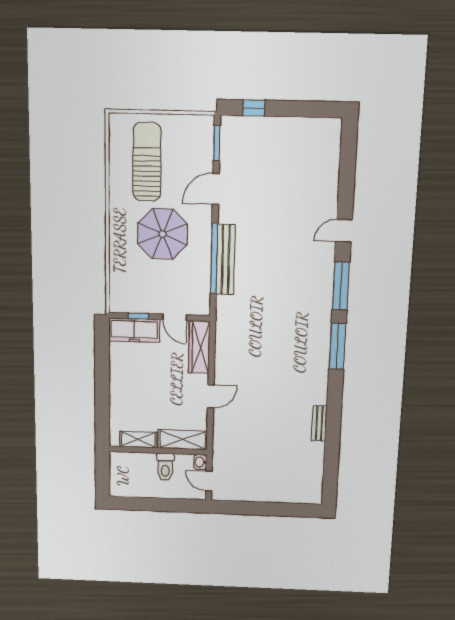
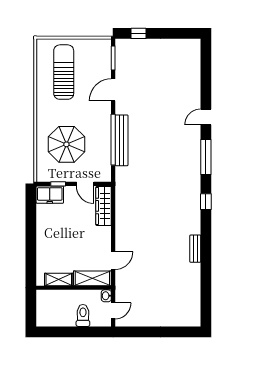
parasol: (162, 234) -> (66, 144), moved
freezer: (134, 330) -> (50, 195), width x0.71
window: (338, 346) -> (206, 202), width x0.46
door: (211, 396) -> (113, 260), moved
bench: (319, 423) -> (195, 249), moved
toilet: (165, 467) -> (83, 315), moved, turned 180
door: (209, 481) -> (113, 311), swing flipped

